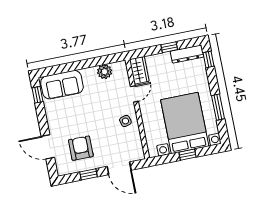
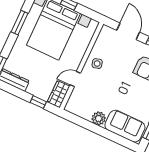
window: (169, 47) -> (38, 102), moved
plant: (105, 72) -> (99, 118), moved

